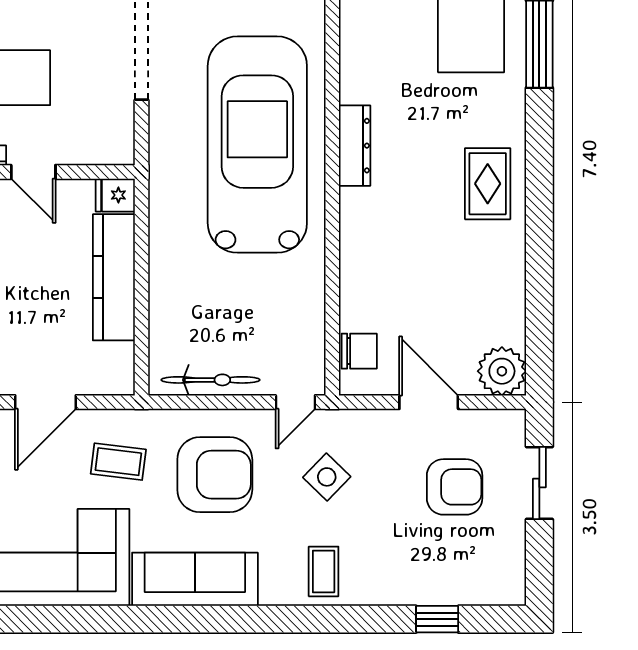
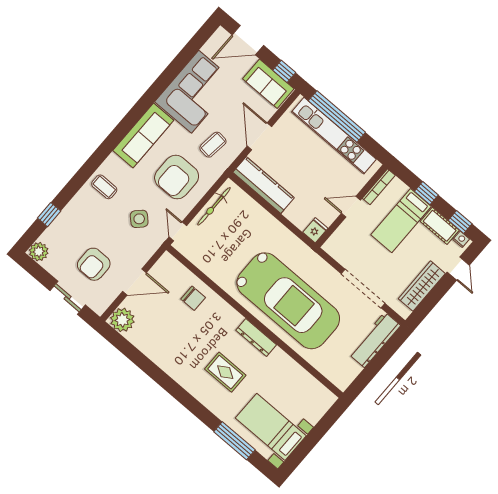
rug: (488, 184) -> (225, 372), moved
kitchen counter: (114, 277) -> (264, 185), moved
chair: (359, 351) -> (193, 298), moved, turned -90
plant: (507, 587) -> (39, 252), added

